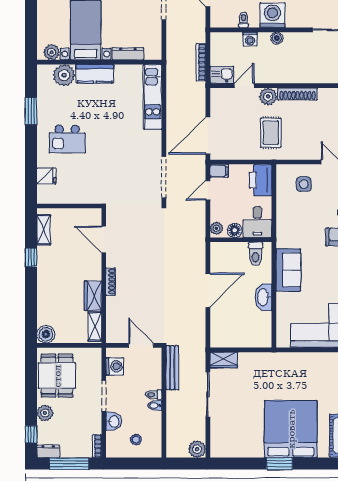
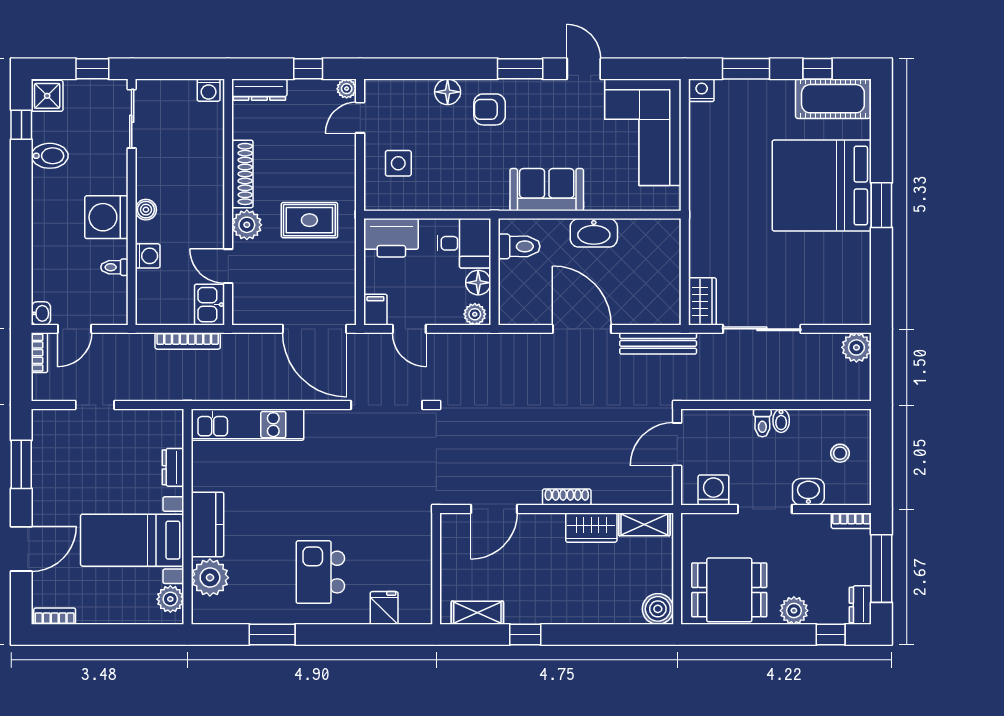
dresser: (128, 54) -> (173, 467), width x0.70
kitchen island: (67, 139) -> (320, 572), turned 180
bench: (172, 368) -> (658, 343), moved

